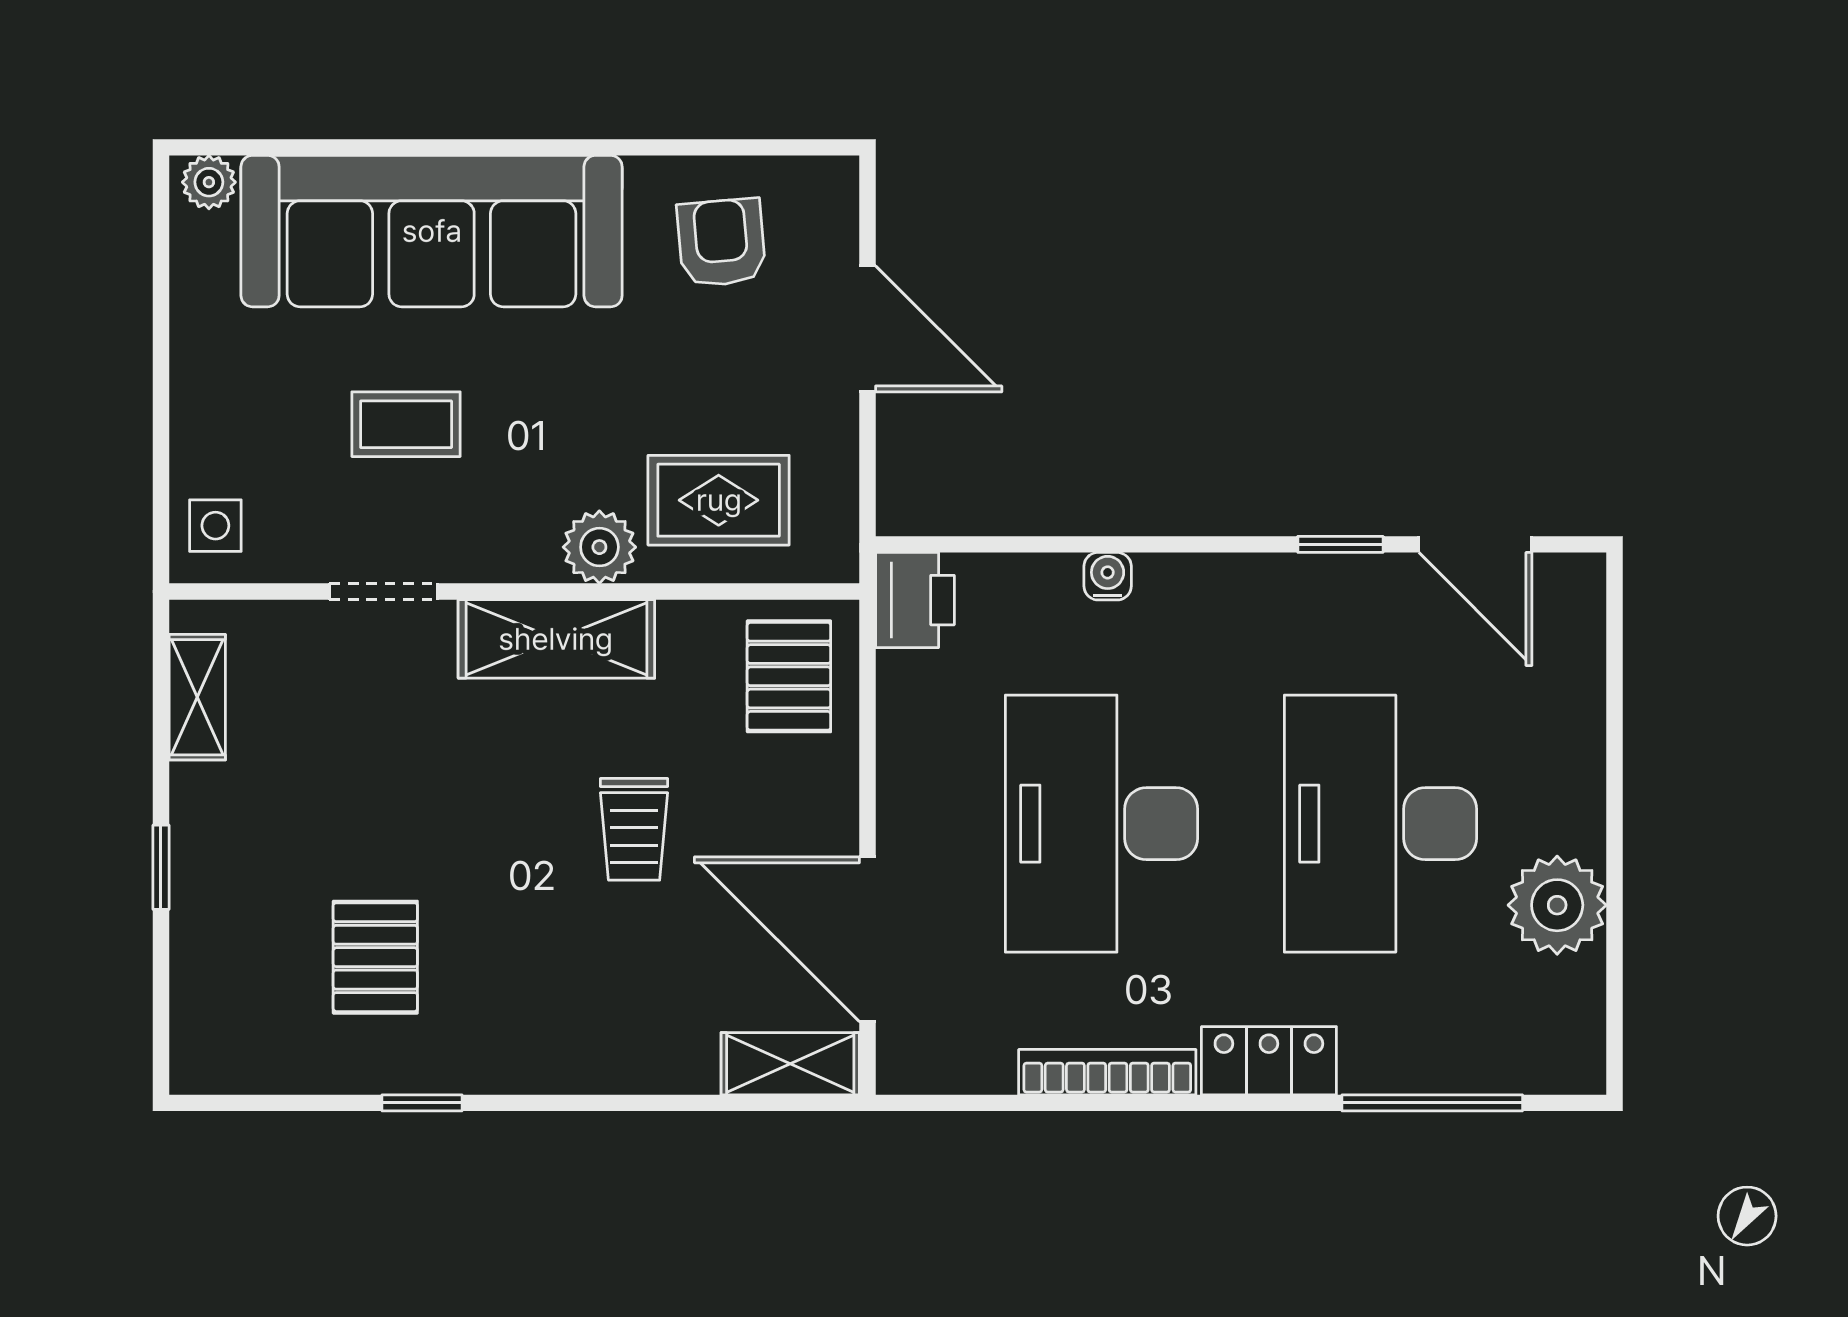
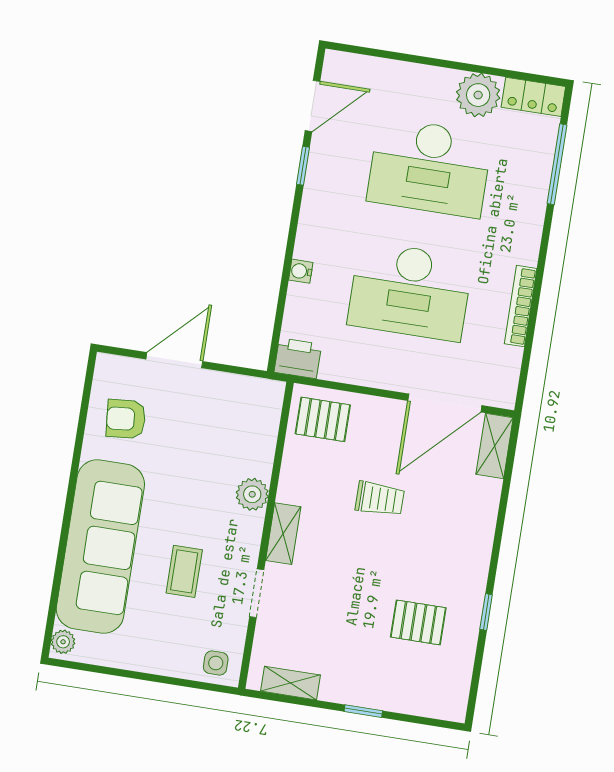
rug: (719, 500) -> (240, 438), removed
shelving: (556, 639) -> (283, 534), width x0.67, depth x0.75
locker: (1269, 1061) -> (533, 97), moved, turned -90

